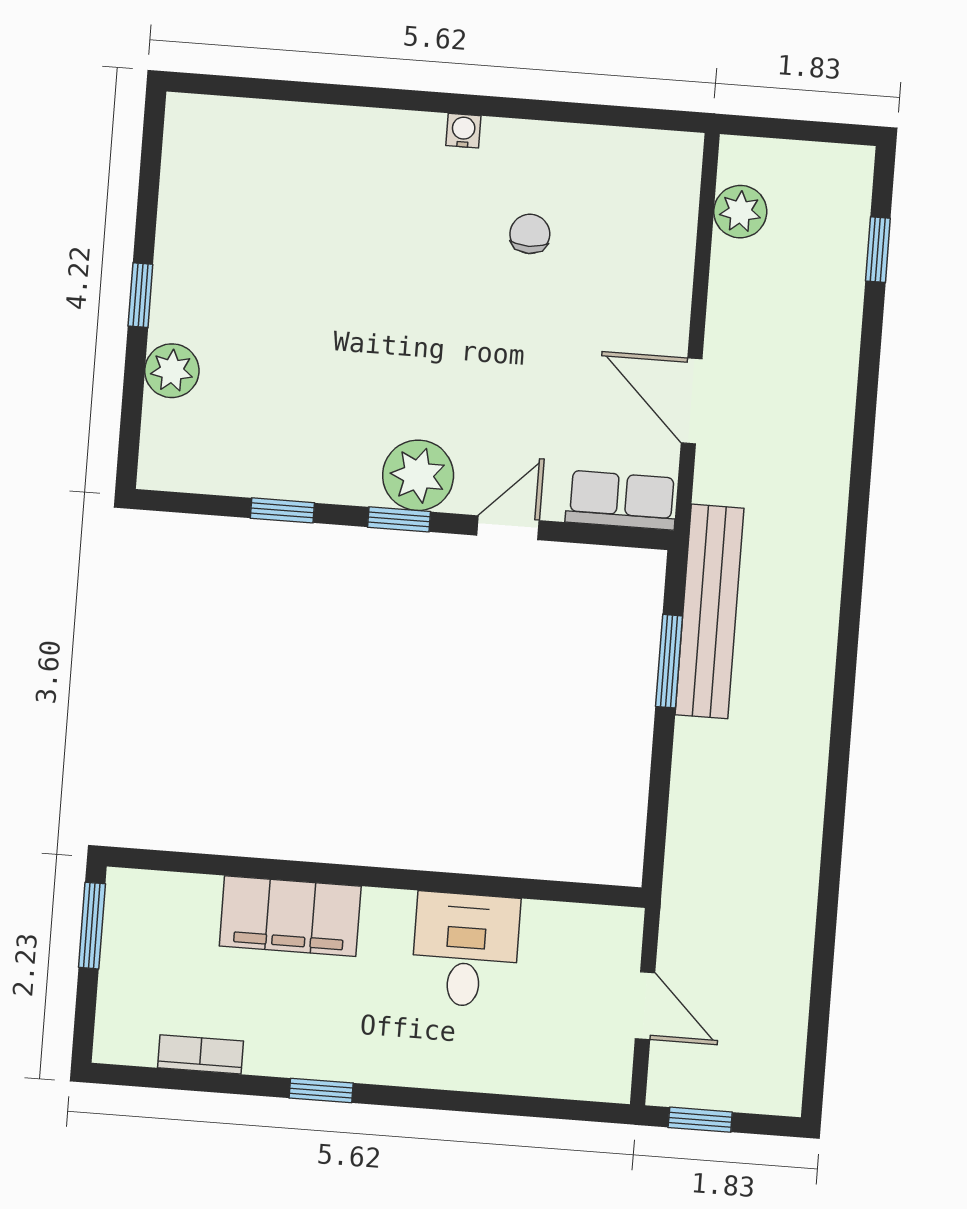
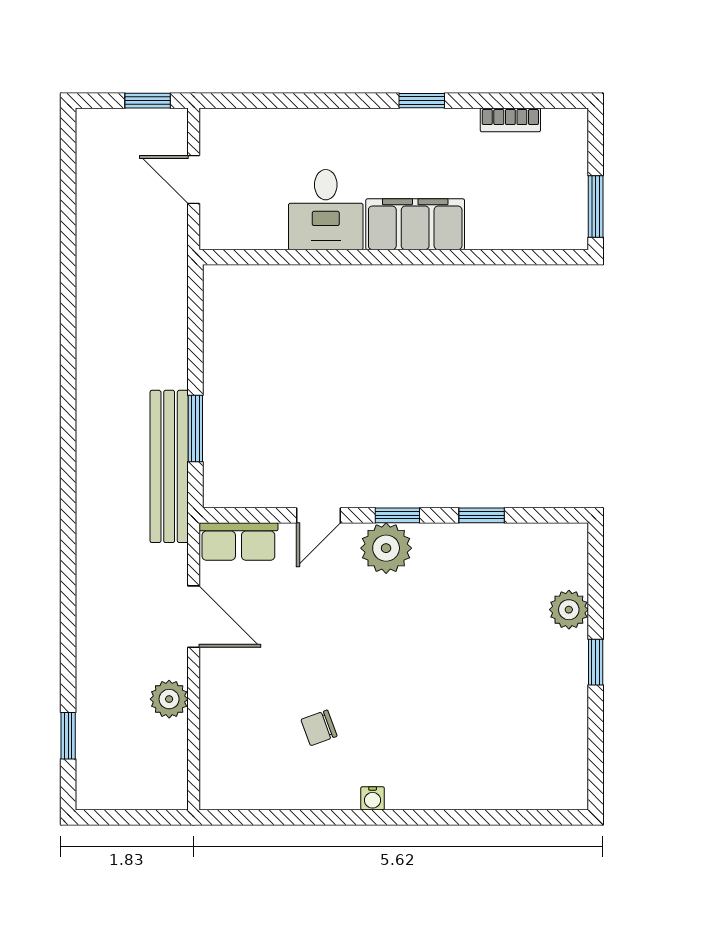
plant: (740, 212) -> (169, 699), moved
chair: (530, 234) -> (319, 728), turned 70
filing cabinet: (290, 916) -> (415, 224), moved

